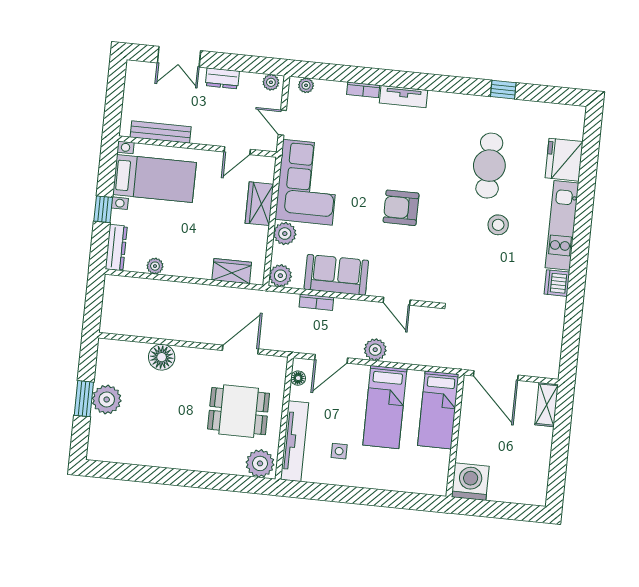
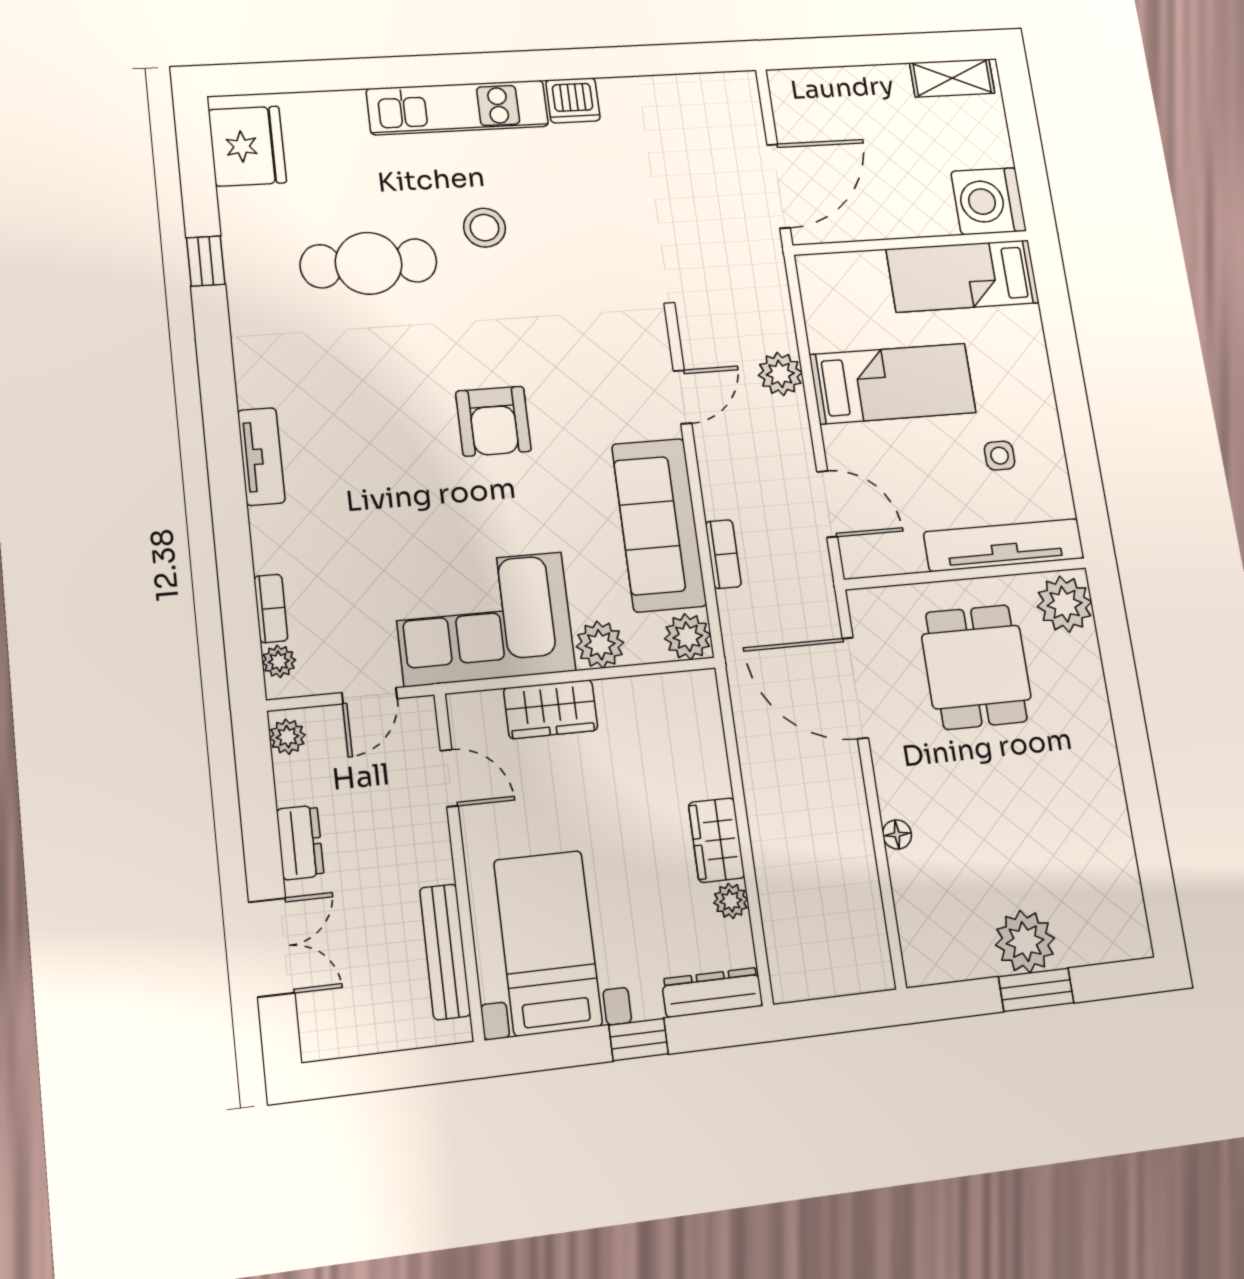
bookcase: (363, 90) -> (271, 608), moved
fridge: (564, 160) -> (247, 146), moved, turned -90
wardrobe: (232, 271) -> (717, 840), moved
sofa: (336, 275) -> (659, 525), width x1.36
door: (240, 350) -> (855, 688), width x1.36
plant: (375, 350) -> (780, 374), moved
floor lamp: (162, 357) -> (897, 834), width x0.53, depth x0.53
floor lamp: (298, 378) -> (881, 562), removed
shelving: (547, 405) -> (952, 78), moved
bed: (438, 410) -> (963, 276), moved, turned 180

